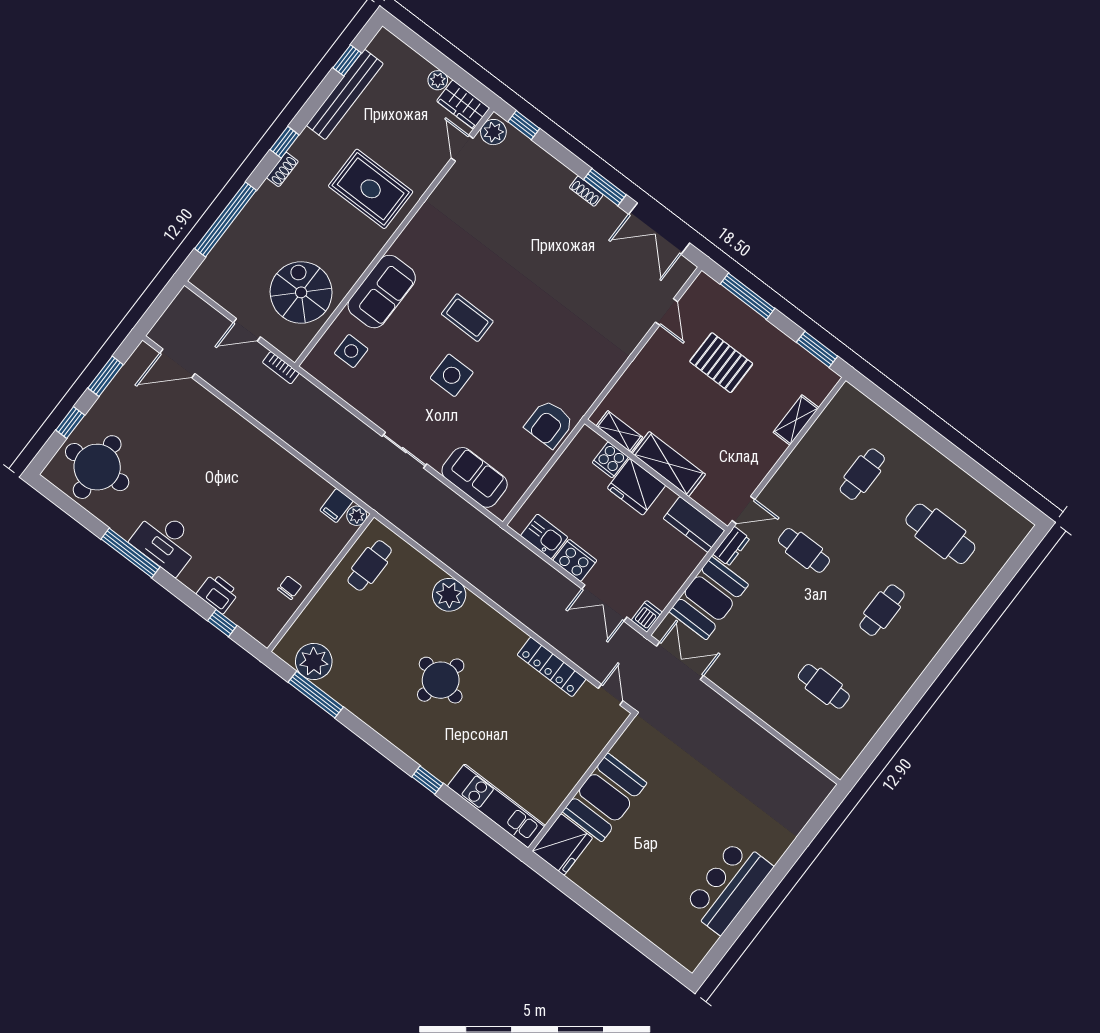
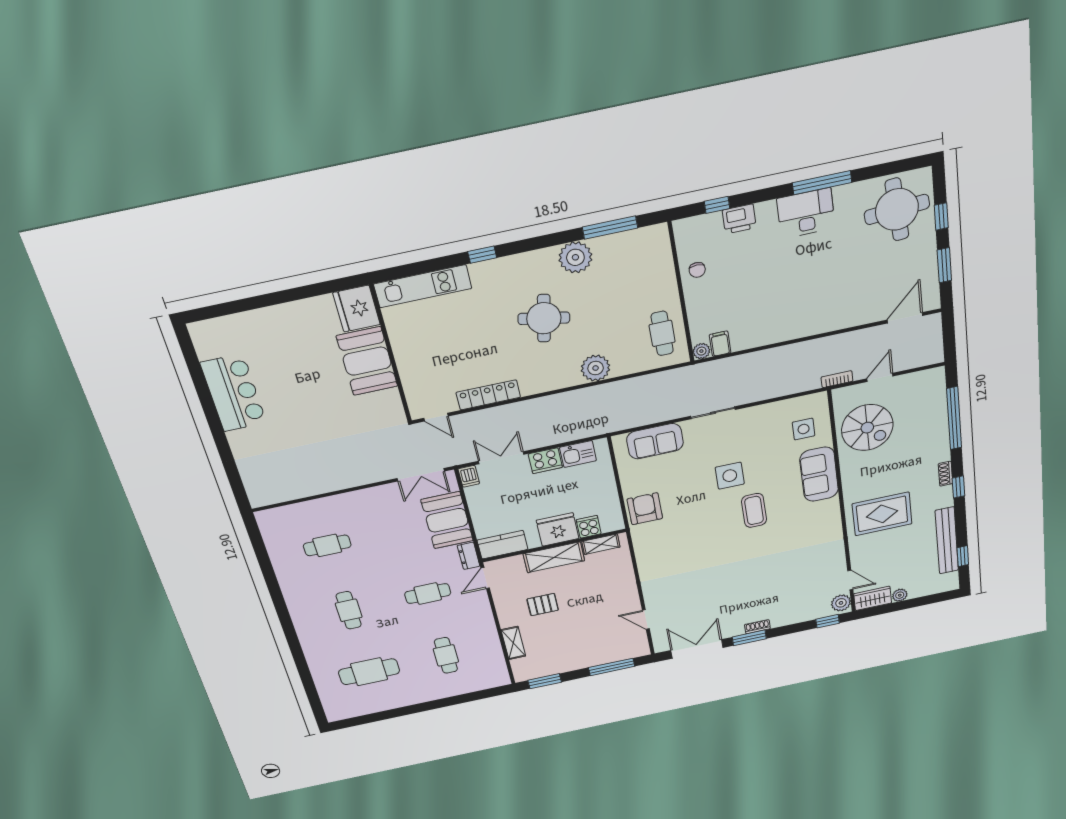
coffee table: (467, 318) -> (754, 510), turned 90
pallet: (721, 363) -> (543, 605), moved, width x0.67, depth x0.71
plant: (314, 661) -> (575, 257), moved

